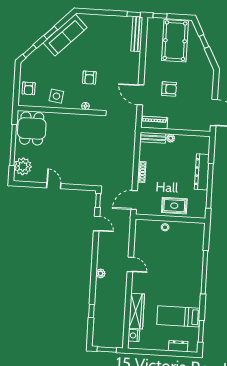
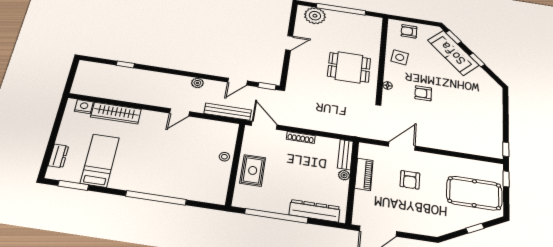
bench: (137, 34) -> (228, 112), moved
sofa: (65, 35) -> (453, 53), moved
piano: (154, 123) -> (364, 174), moved
dining table: (32, 128) -> (349, 67), moved
dresser: (202, 172) -> (315, 211), moved
plant: (101, 273) -> (197, 83), moved
window: (107, 349) -> (72, 75), removed

